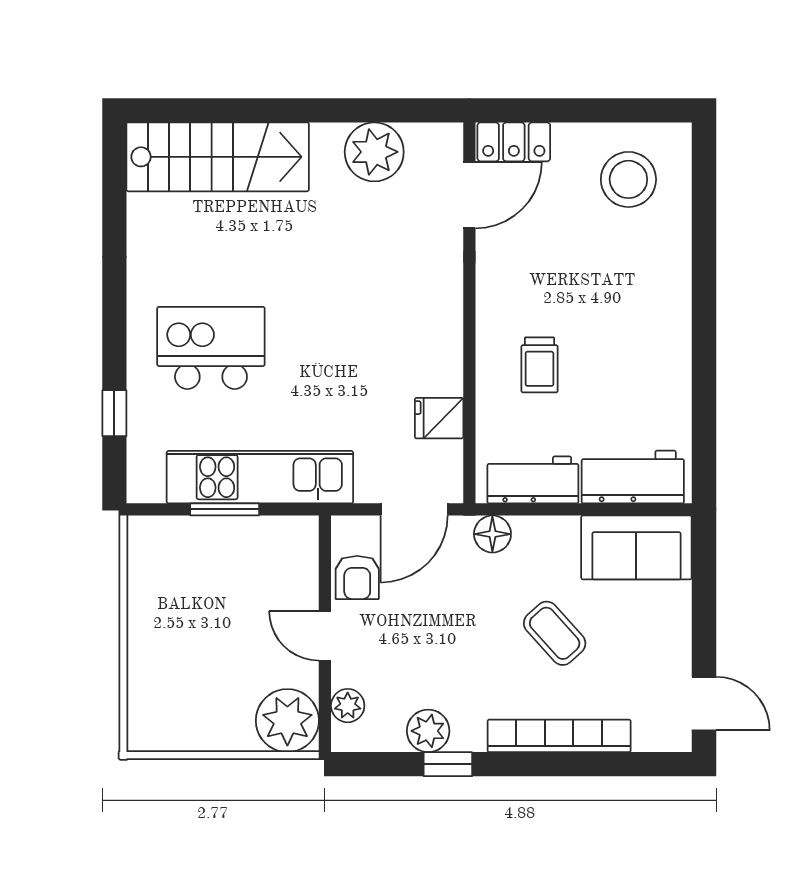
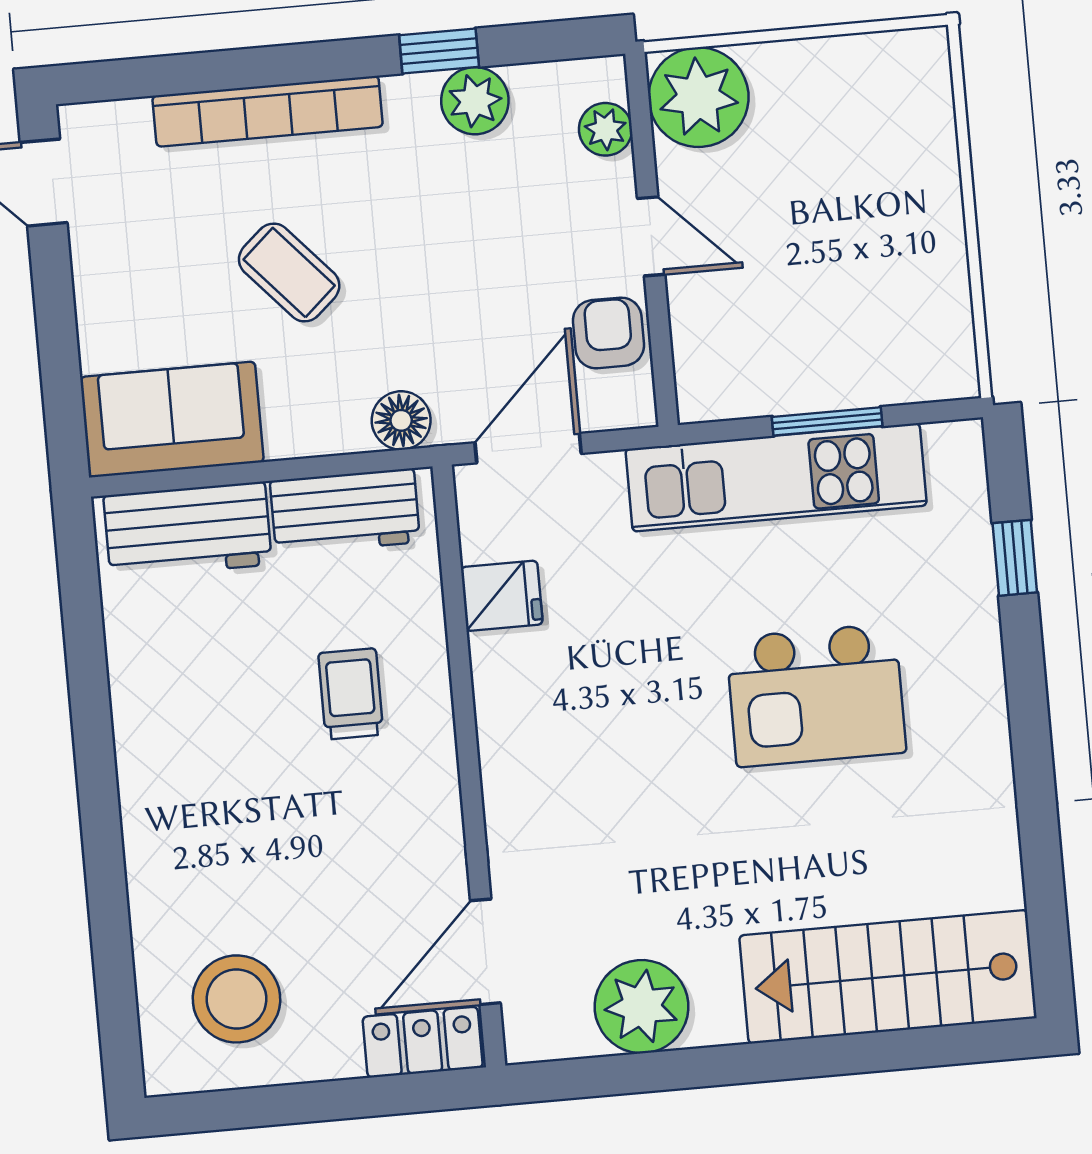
kitchen island: (211, 348) -> (816, 695), moved

